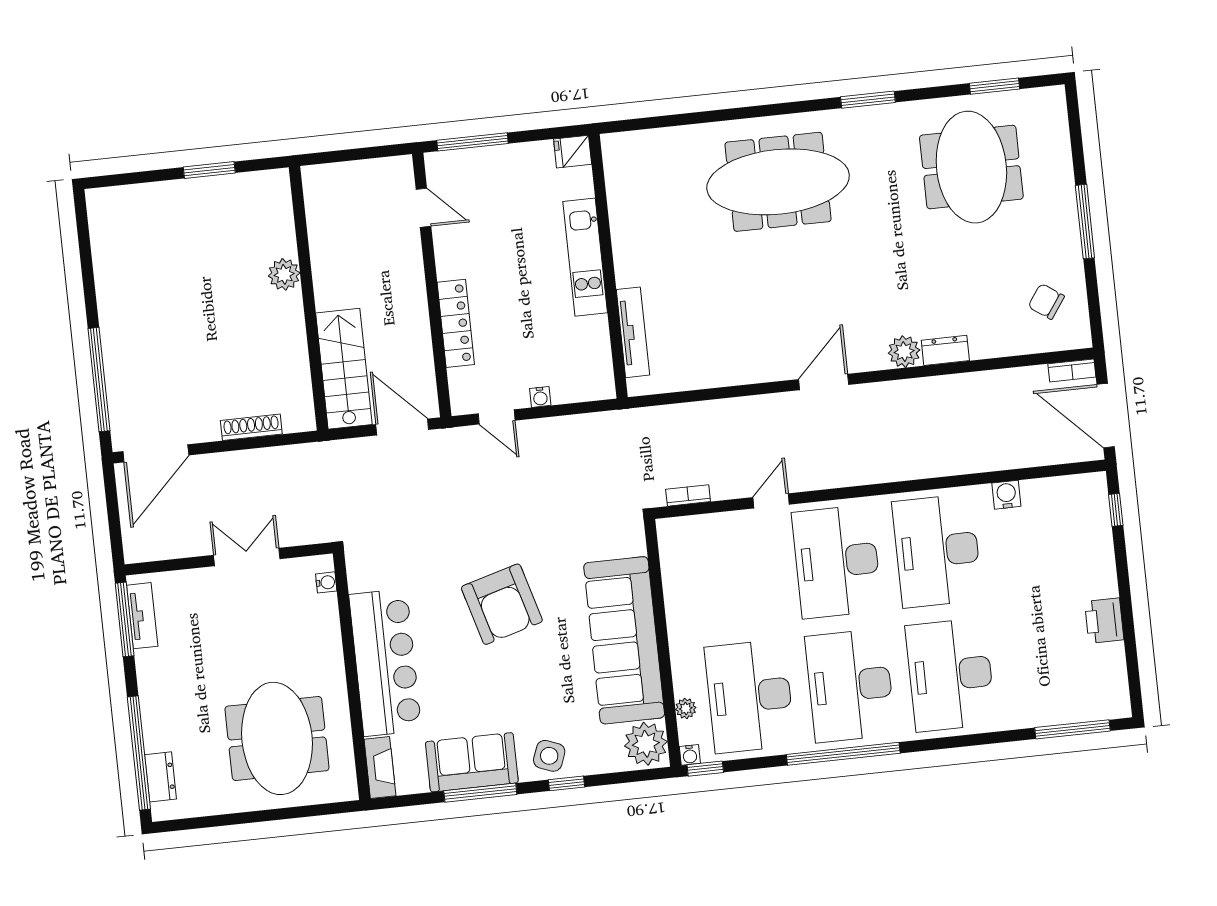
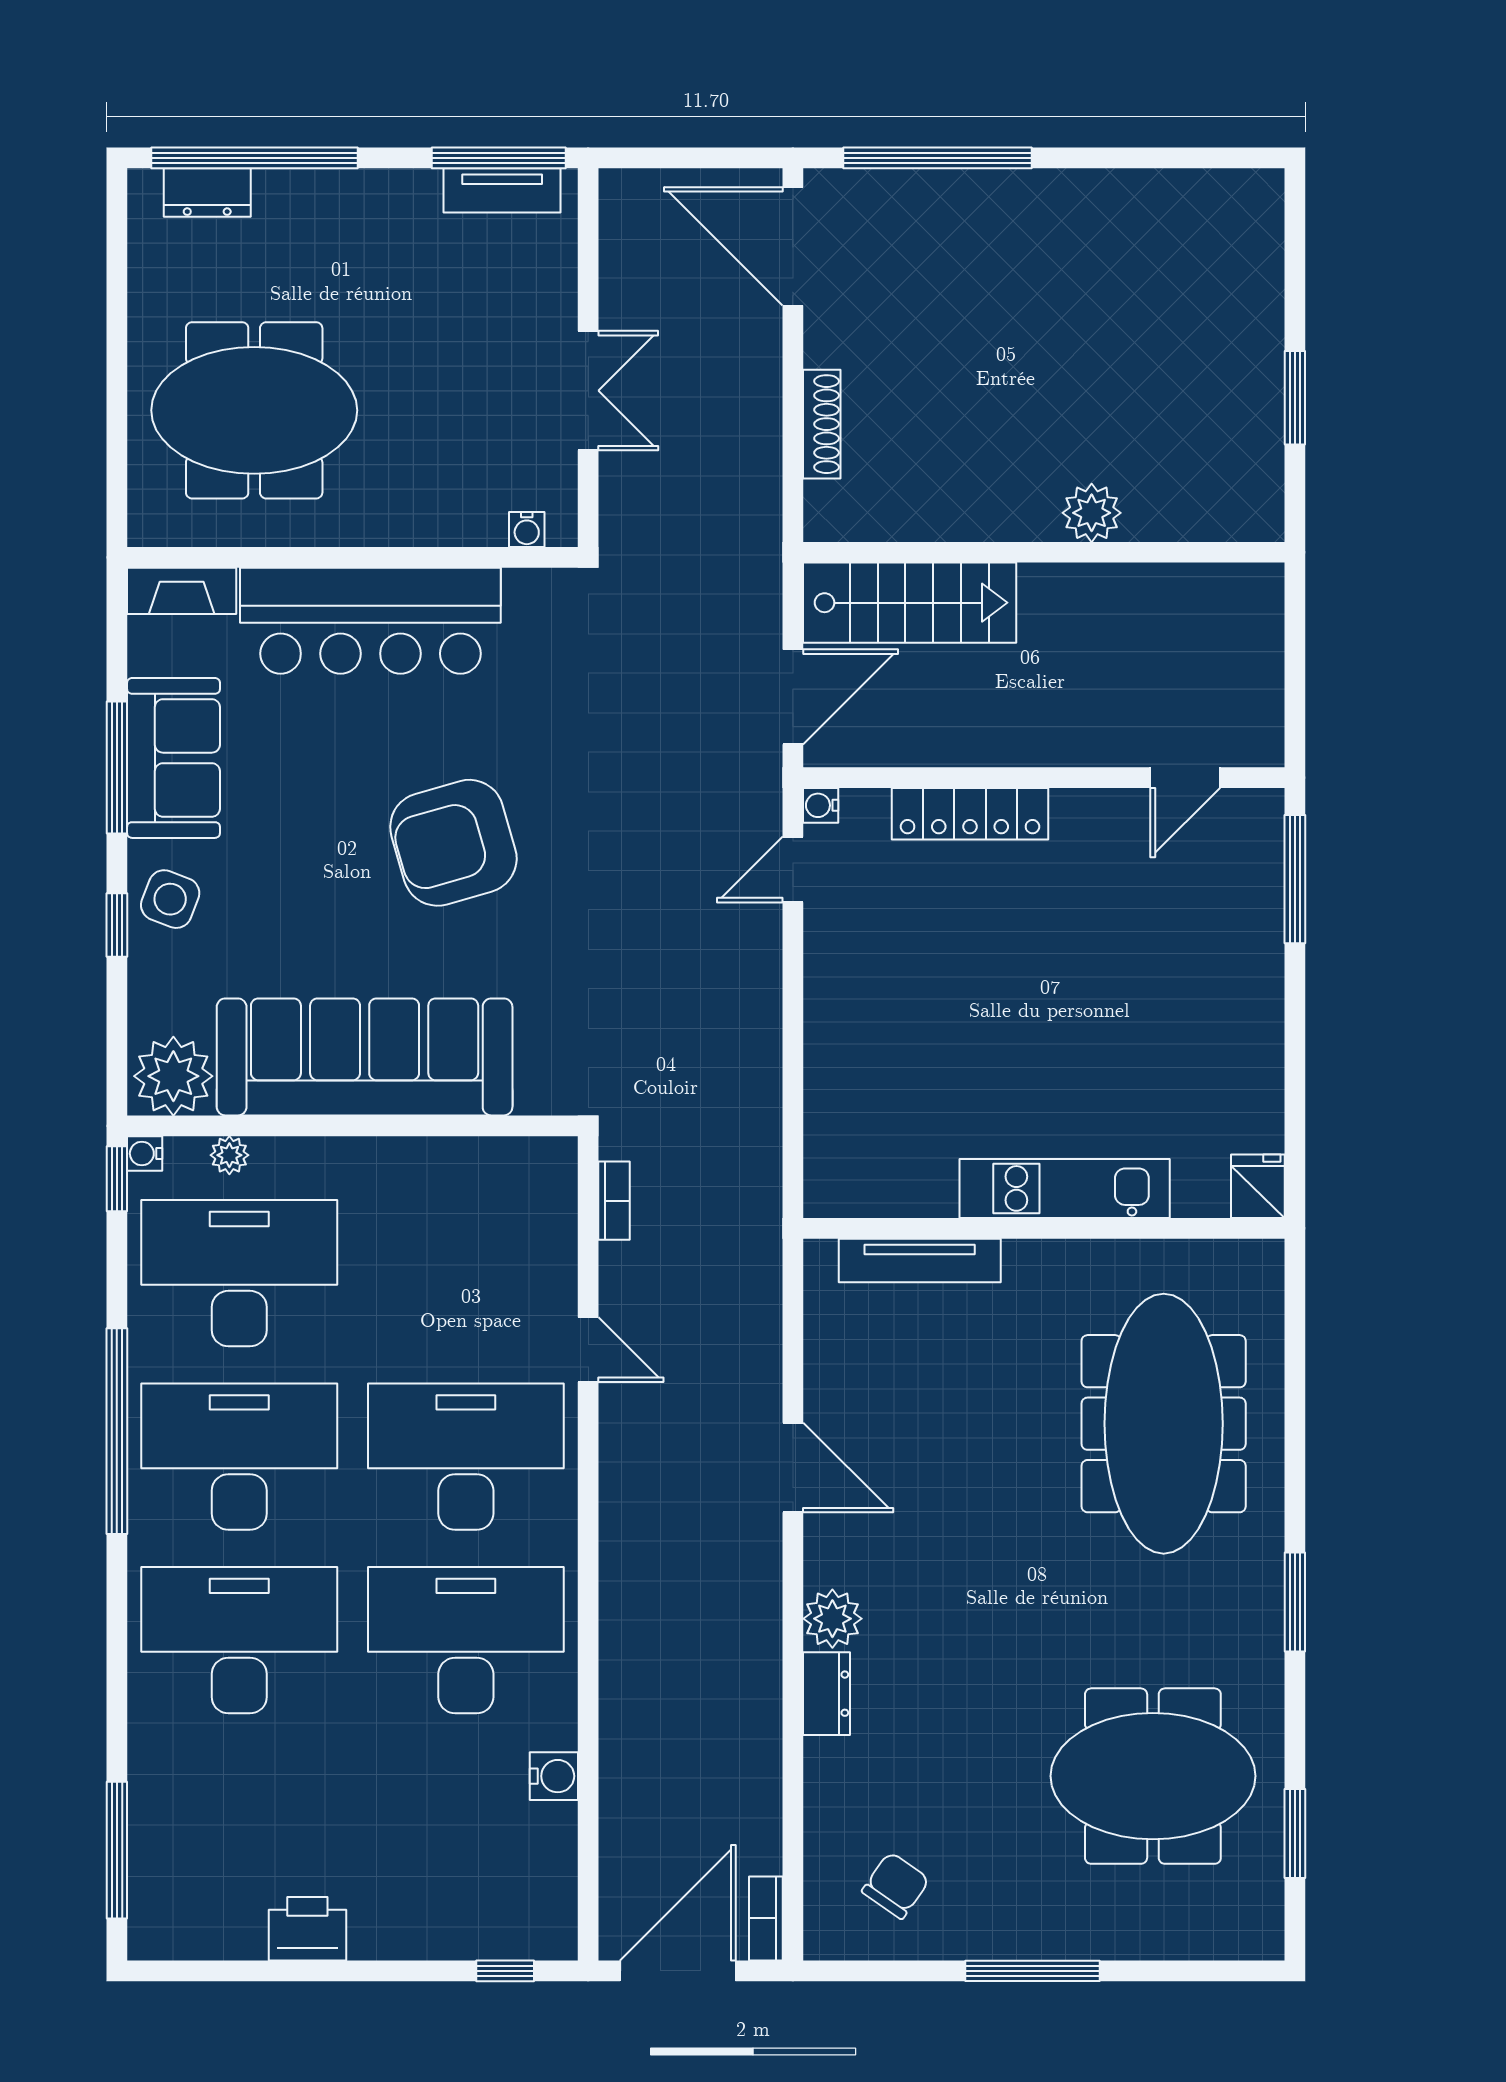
fridge: (573, 152) -> (1258, 1186), moved
kitchen unit: (585, 257) -> (1065, 1188), moved
wall: (608, 266) -> (1044, 1228), moved
tv unit: (633, 332) -> (920, 1260), moved
water cooler: (540, 397) -> (821, 805), moved

